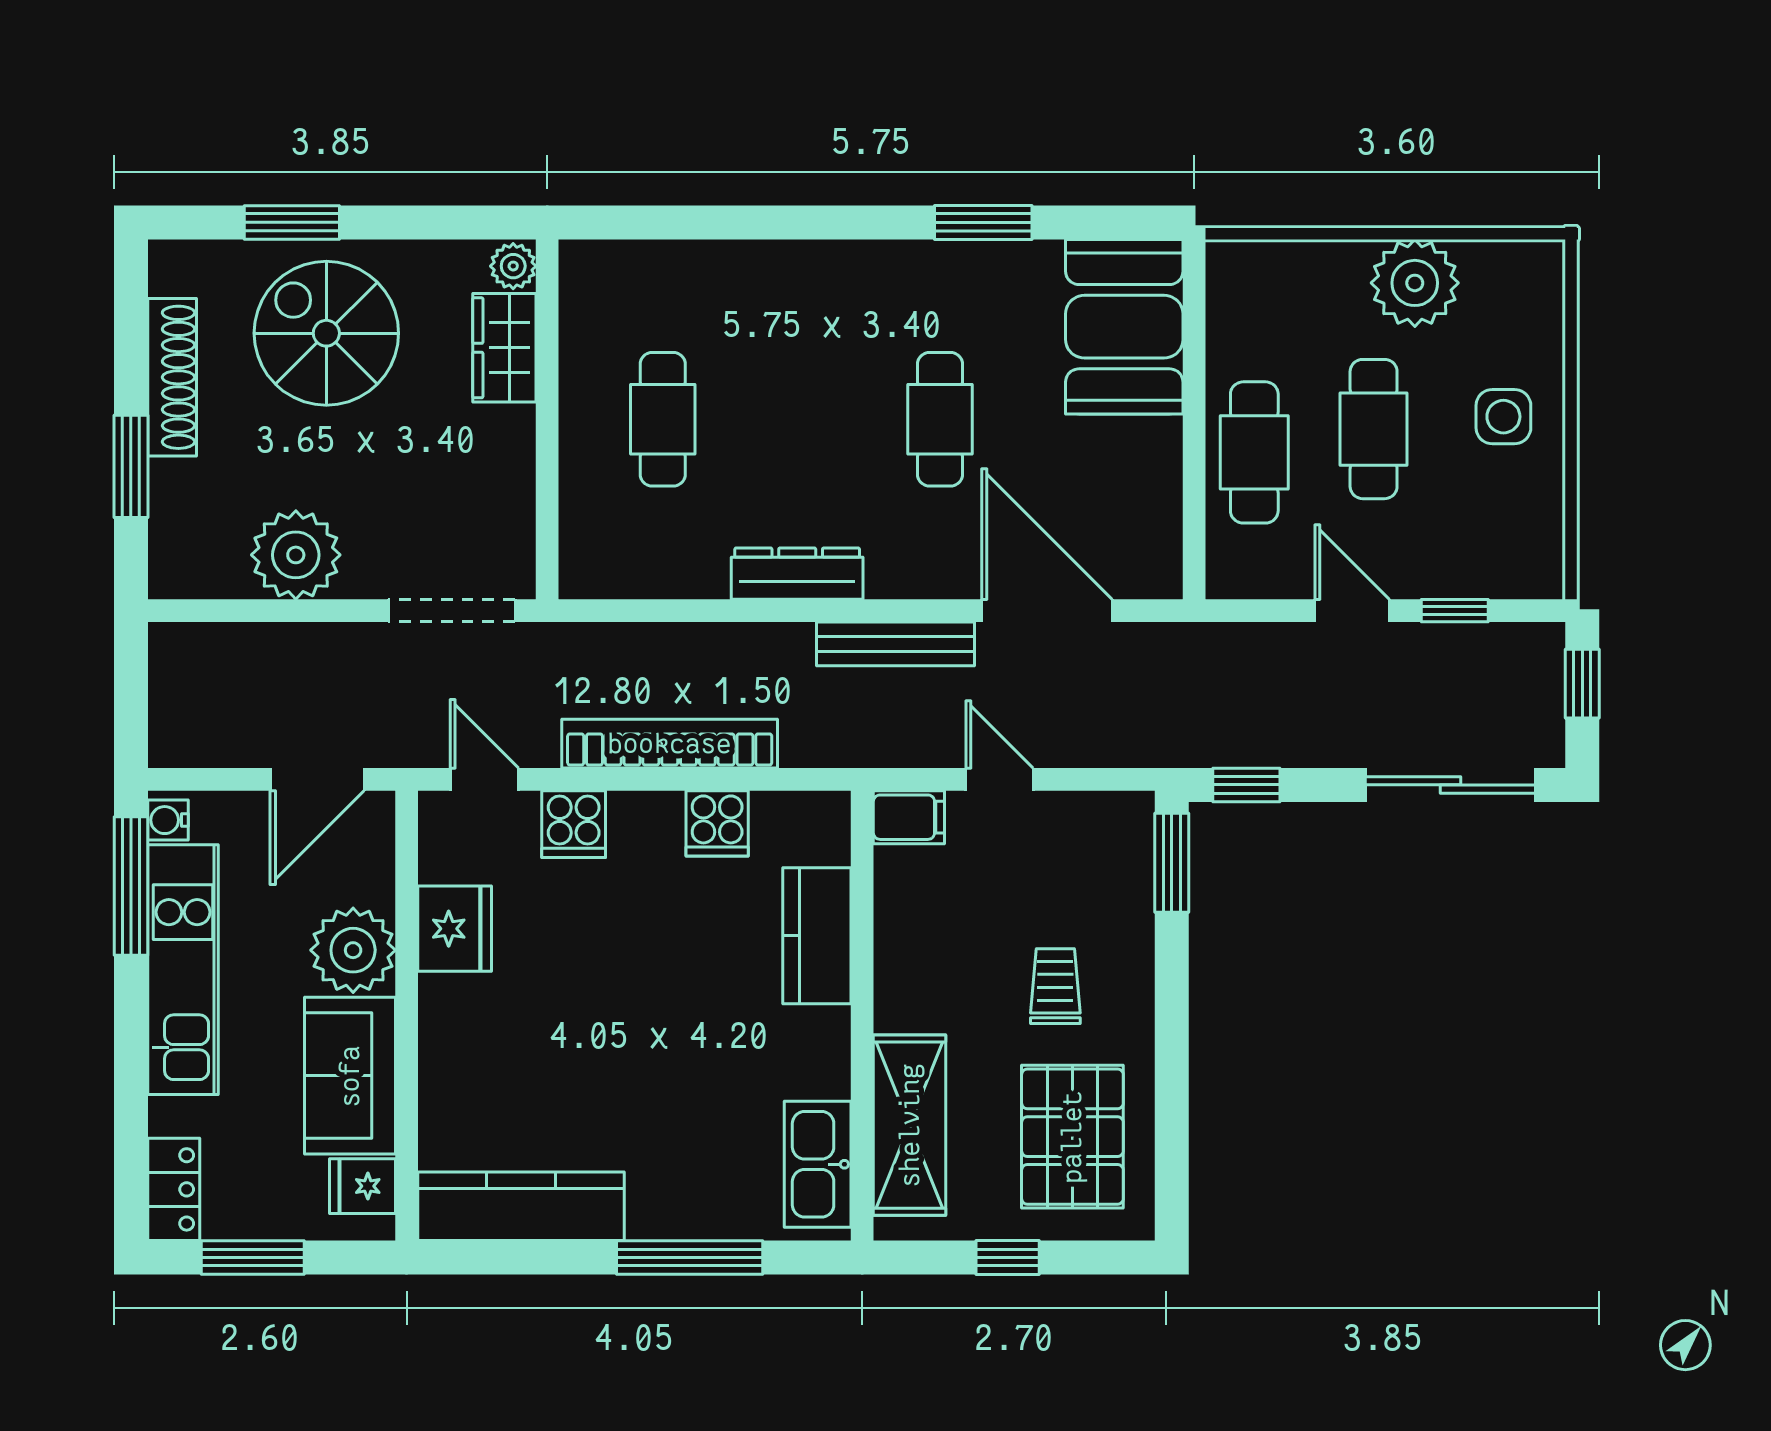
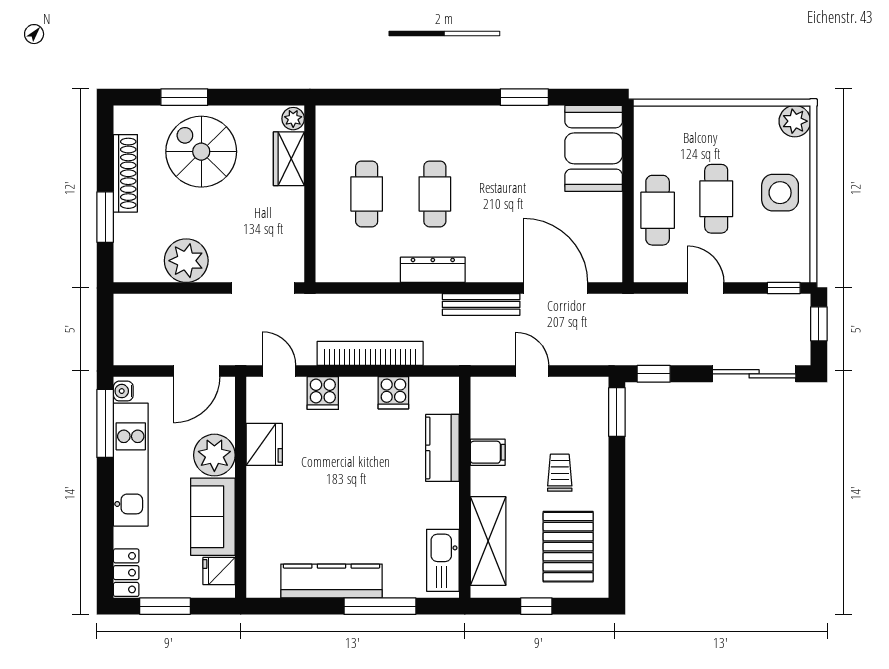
plant: (1415, 283) -> (795, 121), moved, width x0.73, depth x0.73
side table: (1503, 417) -> (780, 193), width x1.37, depth x1.37
cafe table: (940, 419) -> (435, 194), moved
window: (1455, 611) -> (784, 288), moved
filing cabinet: (909, 817) -> (488, 452), moved
kitchen counter: (521, 1206) -> (331, 581), moved

